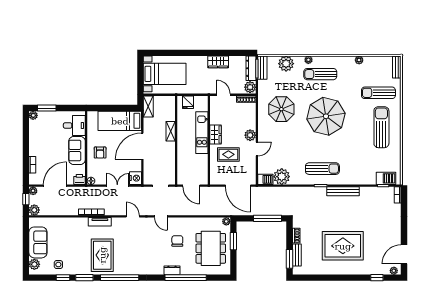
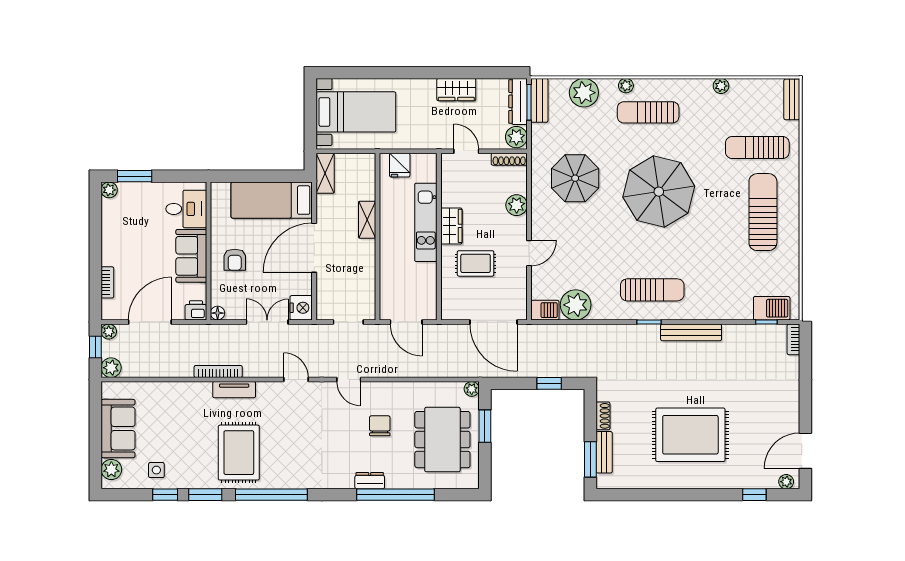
plant: (250, 135) -> (517, 205), moved
window: (268, 218) -> (549, 383), width x0.46

